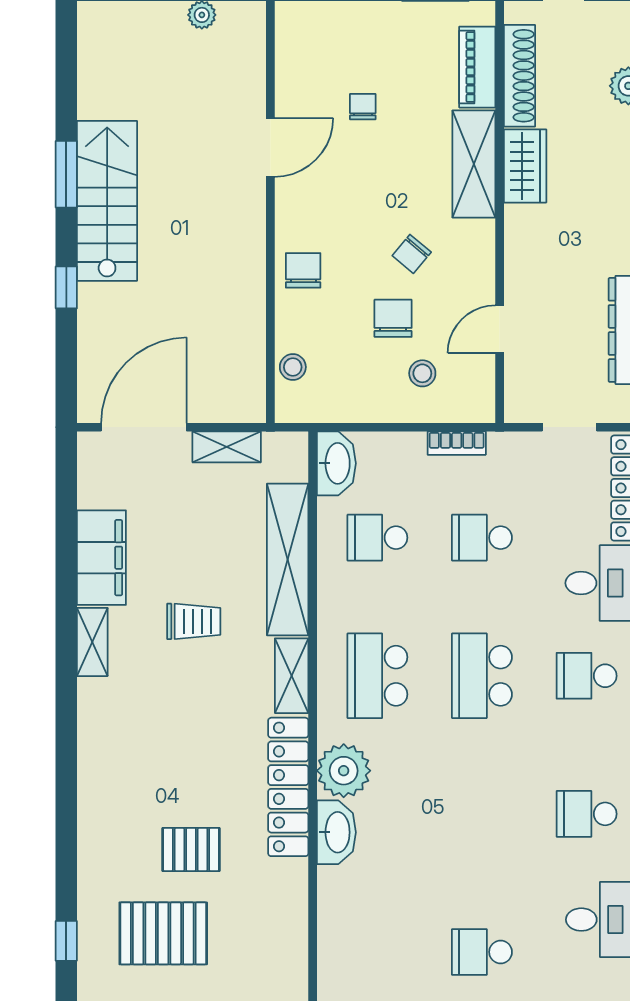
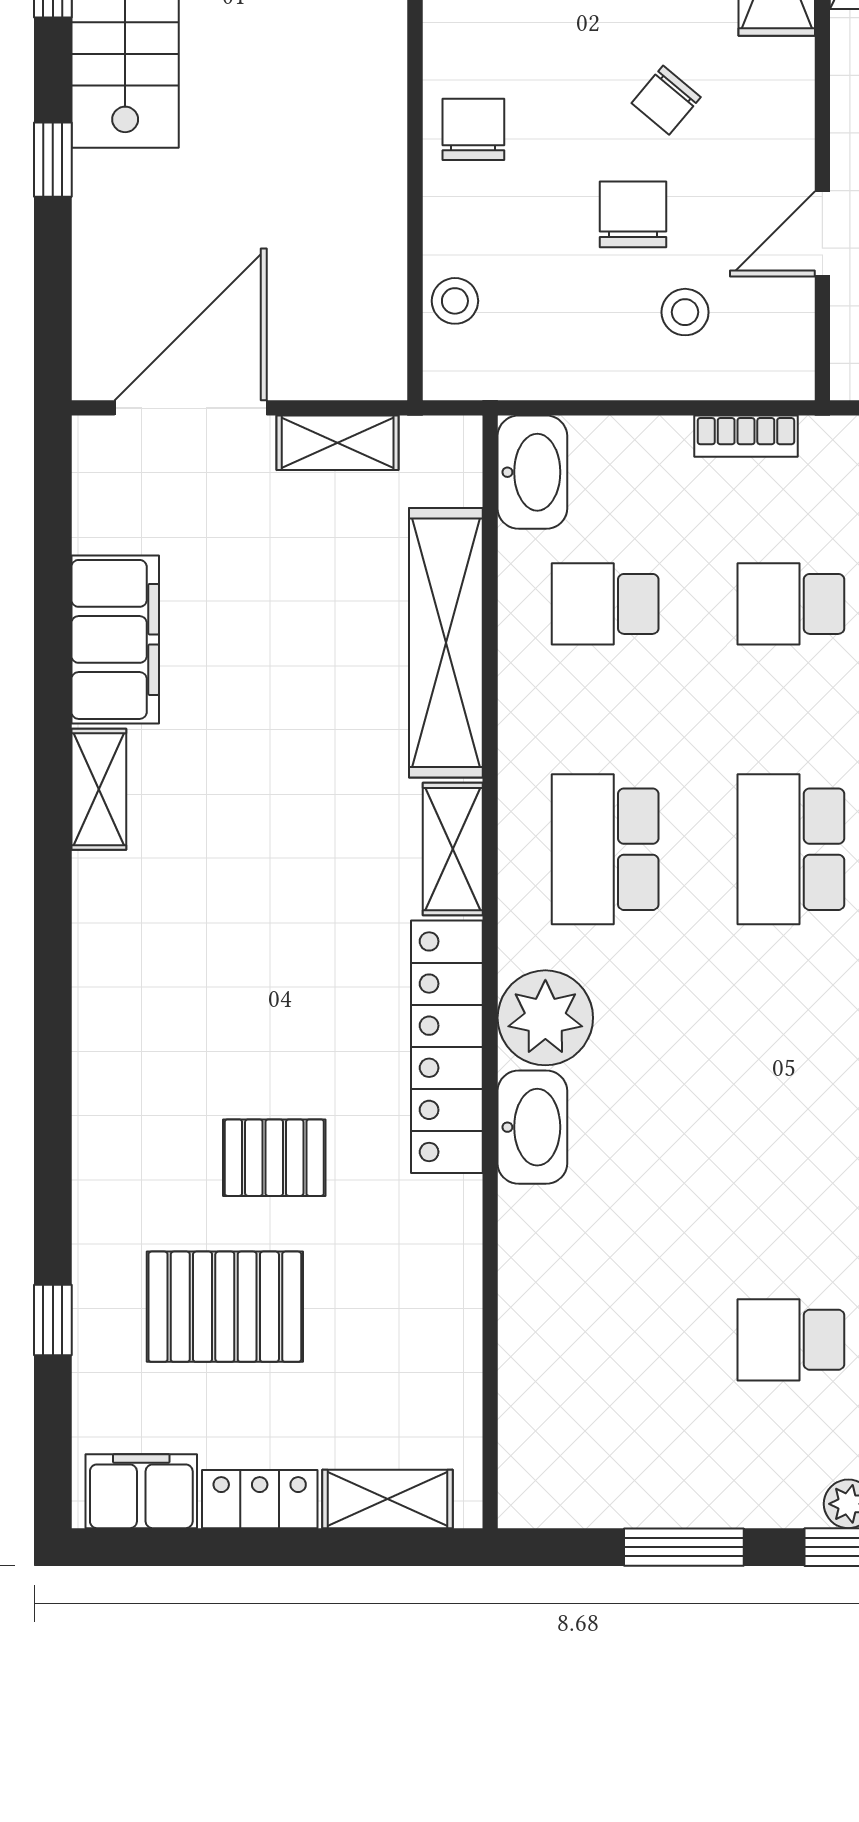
trolley: (194, 621) -> (279, 753), removed

